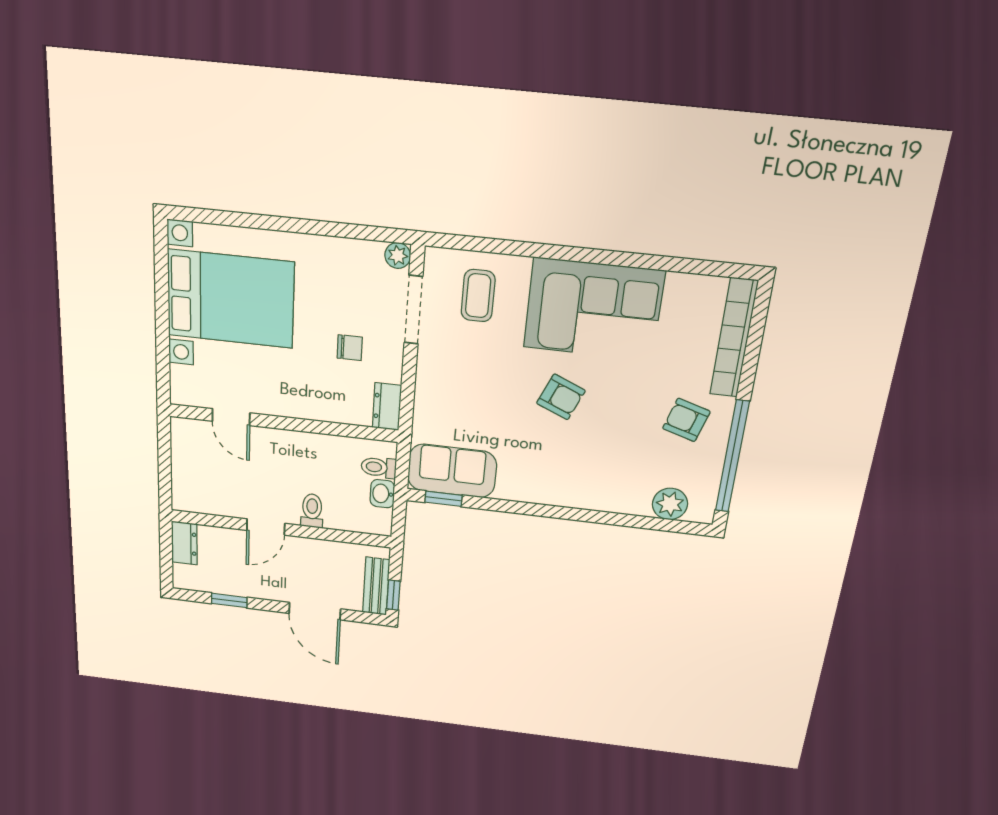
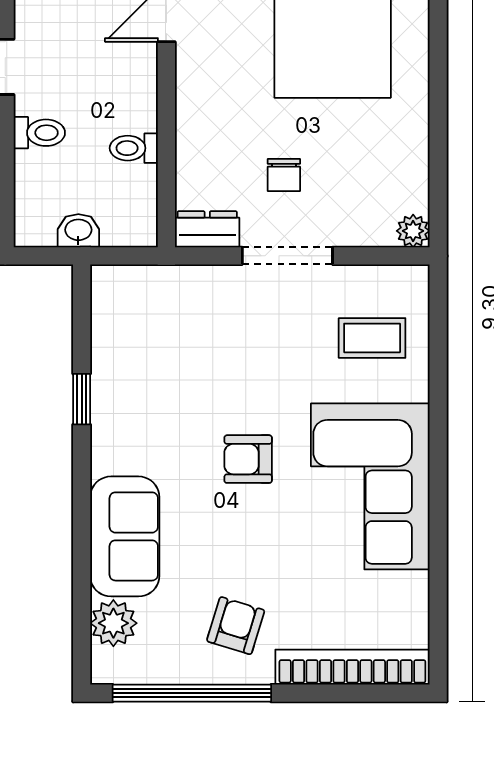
doorway: (413, 310) -> (287, 256), moved
armchair: (561, 397) -> (248, 459), turned 67
toilet: (379, 467) -> (134, 148), moved, turned -90
sofa: (452, 471) -> (125, 536), moved
window: (443, 499) -> (82, 399), moved

